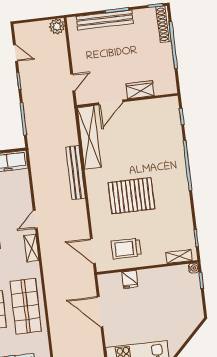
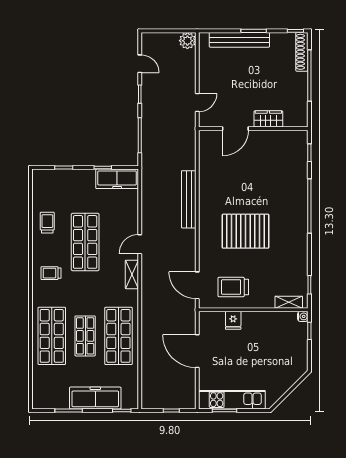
shelving: (89, 137) -> (208, 163), removed

